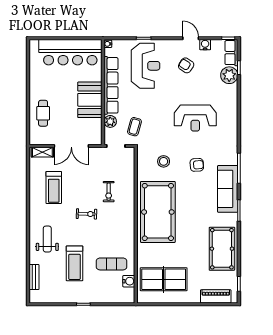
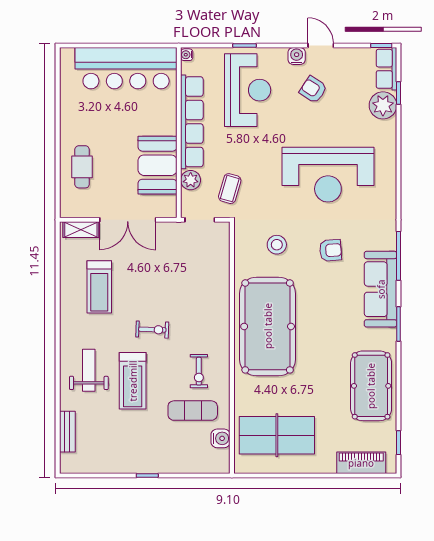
water cooler: (205, 45) -> (297, 56), moved
booth: (90, 100) -> (158, 165), moved
reception desk: (195, 118) -> (328, 175), width x1.36, depth x1.30
exercise bike: (109, 192) -> (199, 371), moved
treadmill: (74, 263) -> (133, 381), moved

